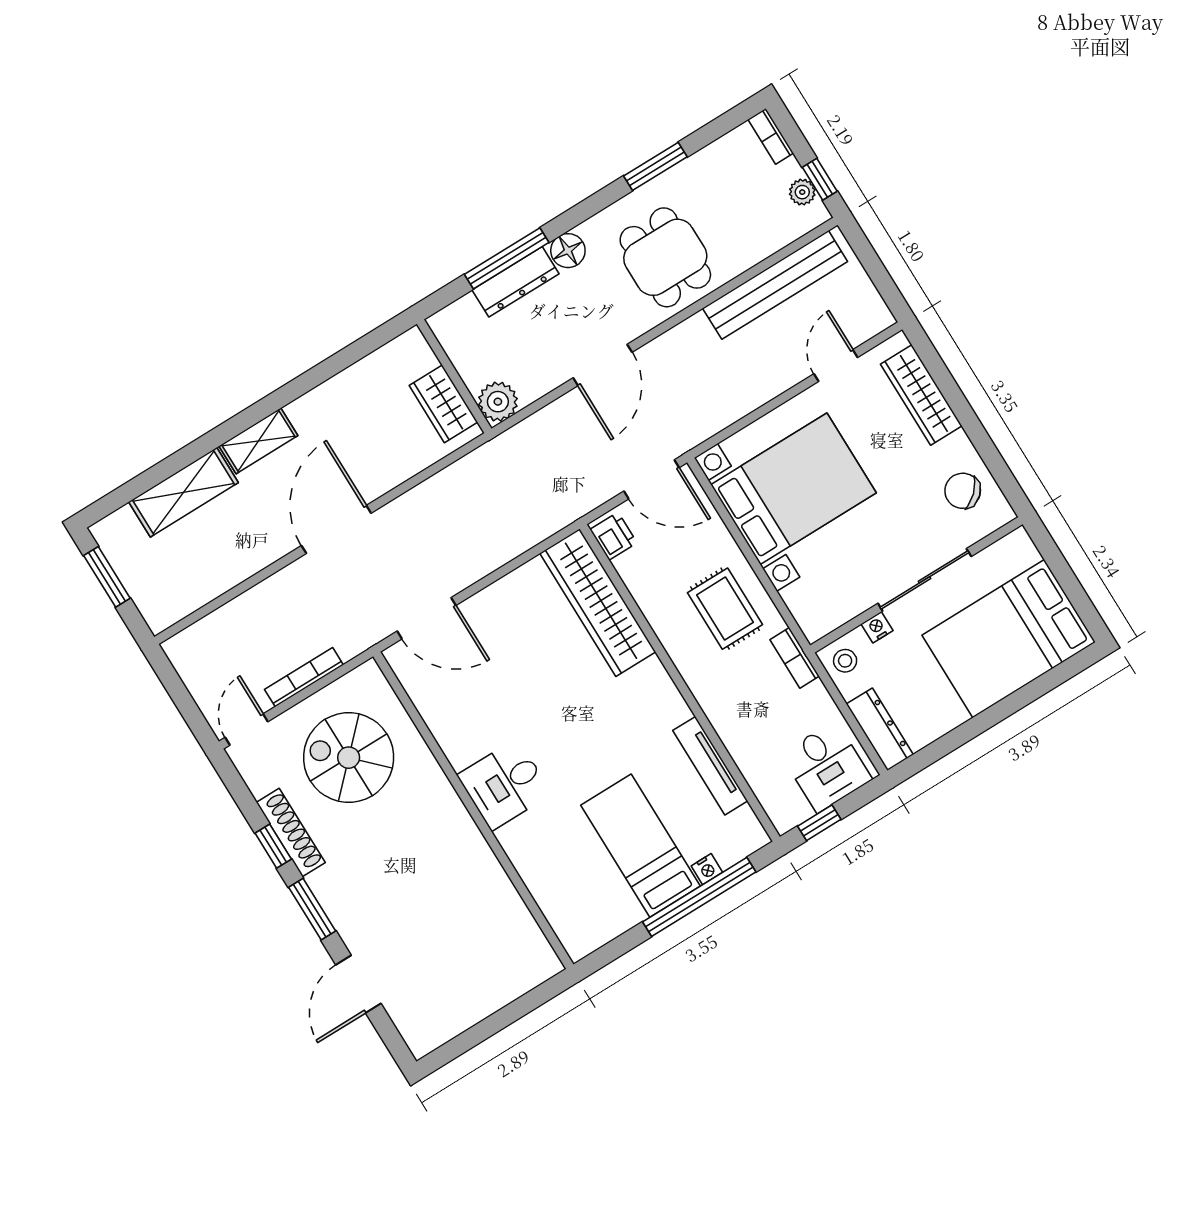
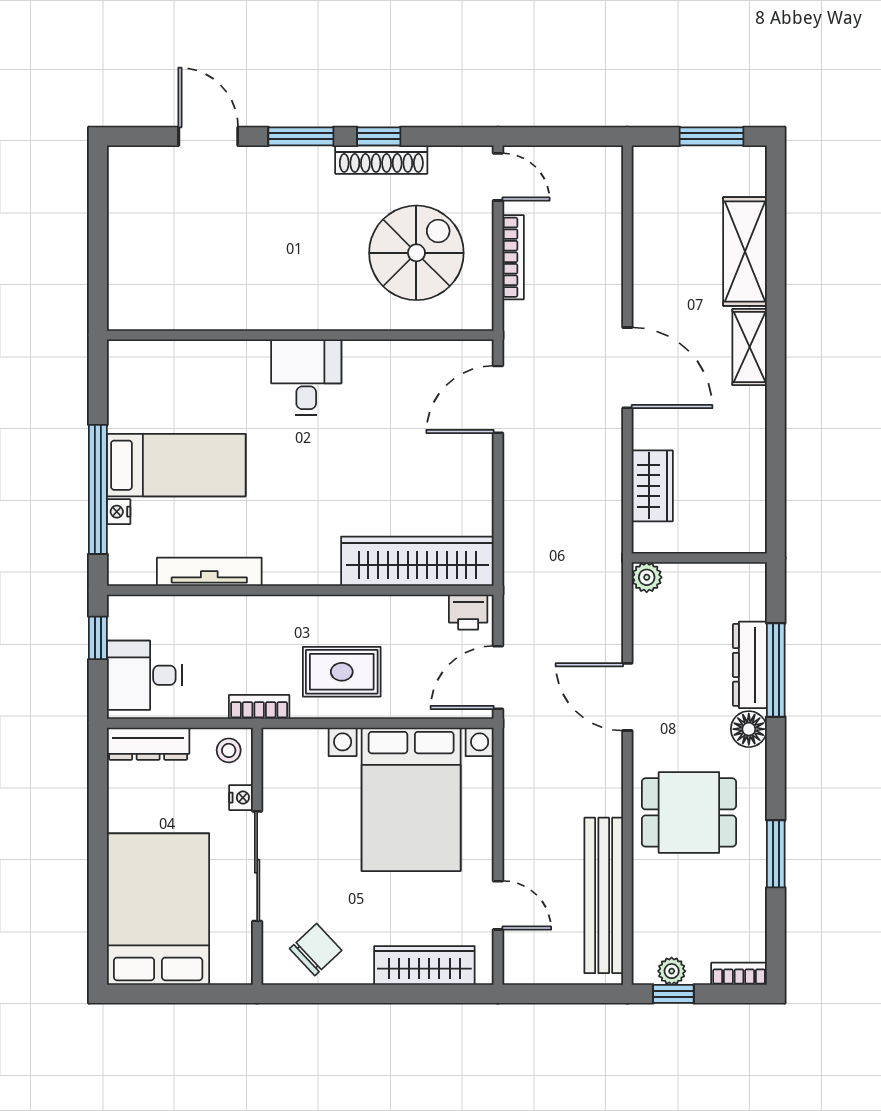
plant: (498, 402) -> (647, 577), width x0.73, depth x0.73
wardrobe: (443, 404) -> (652, 486), moved, turned 90

